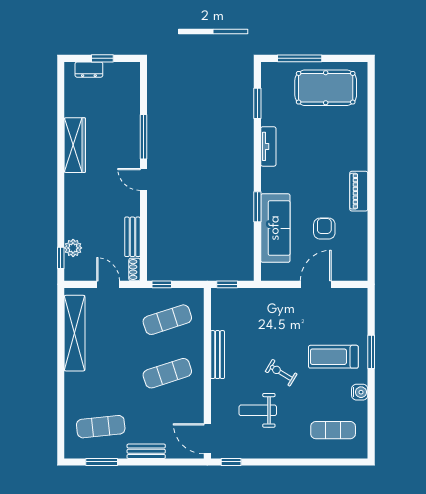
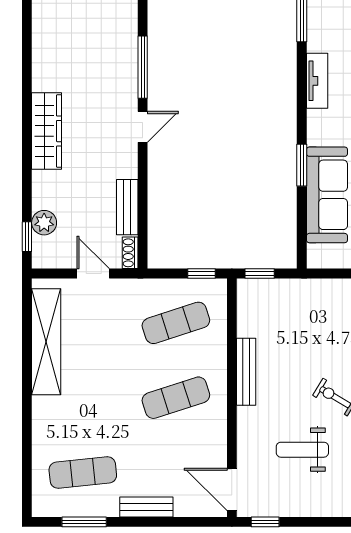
wardrobe: (75, 145) -> (47, 131), moved
door: (143, 179) -> (143, 127), swing flipped
window: (162, 284) -> (201, 274), moved

